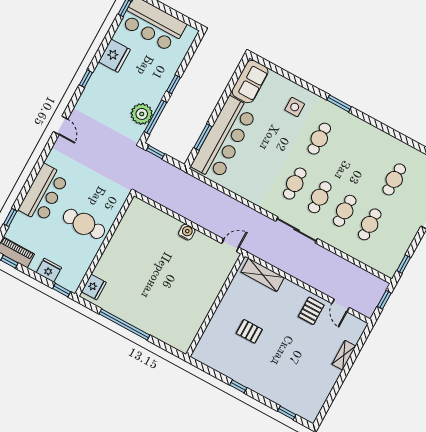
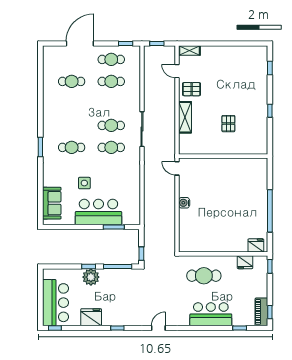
sofa: (250, 82) -> (52, 203), moved, turned 90
side table: (295, 107) -> (84, 183), moved
plant: (142, 114) -> (91, 277), moved
bar counter: (224, 139) -> (98, 212), width x0.73
cafe table: (345, 211) -> (111, 59), moved
cafe table: (84, 224) -> (204, 276), moved, turned 90
fridge: (49, 270) -> (245, 262), moved, turned -90
shelving: (263, 275) -> (185, 117), moved
door: (341, 306) -> (177, 71), swing flipped
shelving: (344, 355) -> (189, 51), moved

